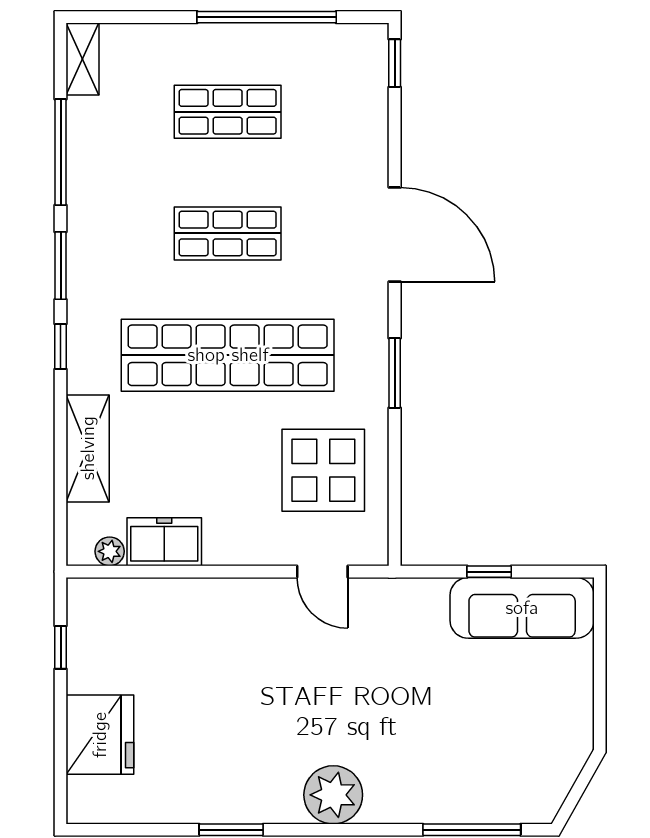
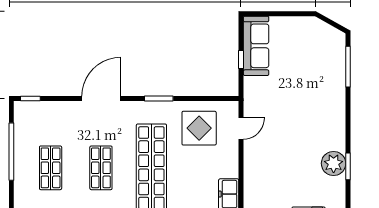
plant: (333, 795) -> (334, 163), moved

